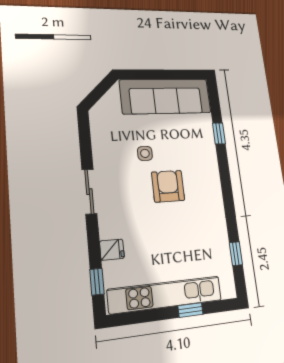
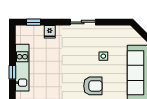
armchair: (168, 186) -> (93, 86), moved
kitchen unit: (165, 295) -> (22, 68), width x0.73

